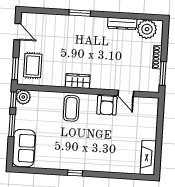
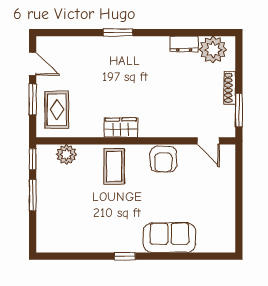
dresser: (122, 24) -> (184, 44), width x0.70
window: (15, 69) -> (33, 99), moved
door: (126, 93) -> (208, 141), moved
plant: (23, 97) -> (66, 154), moved
sofa: (24, 148) -> (169, 238), moved, turned -90
fireplace: (148, 158) -> (226, 229), removed

